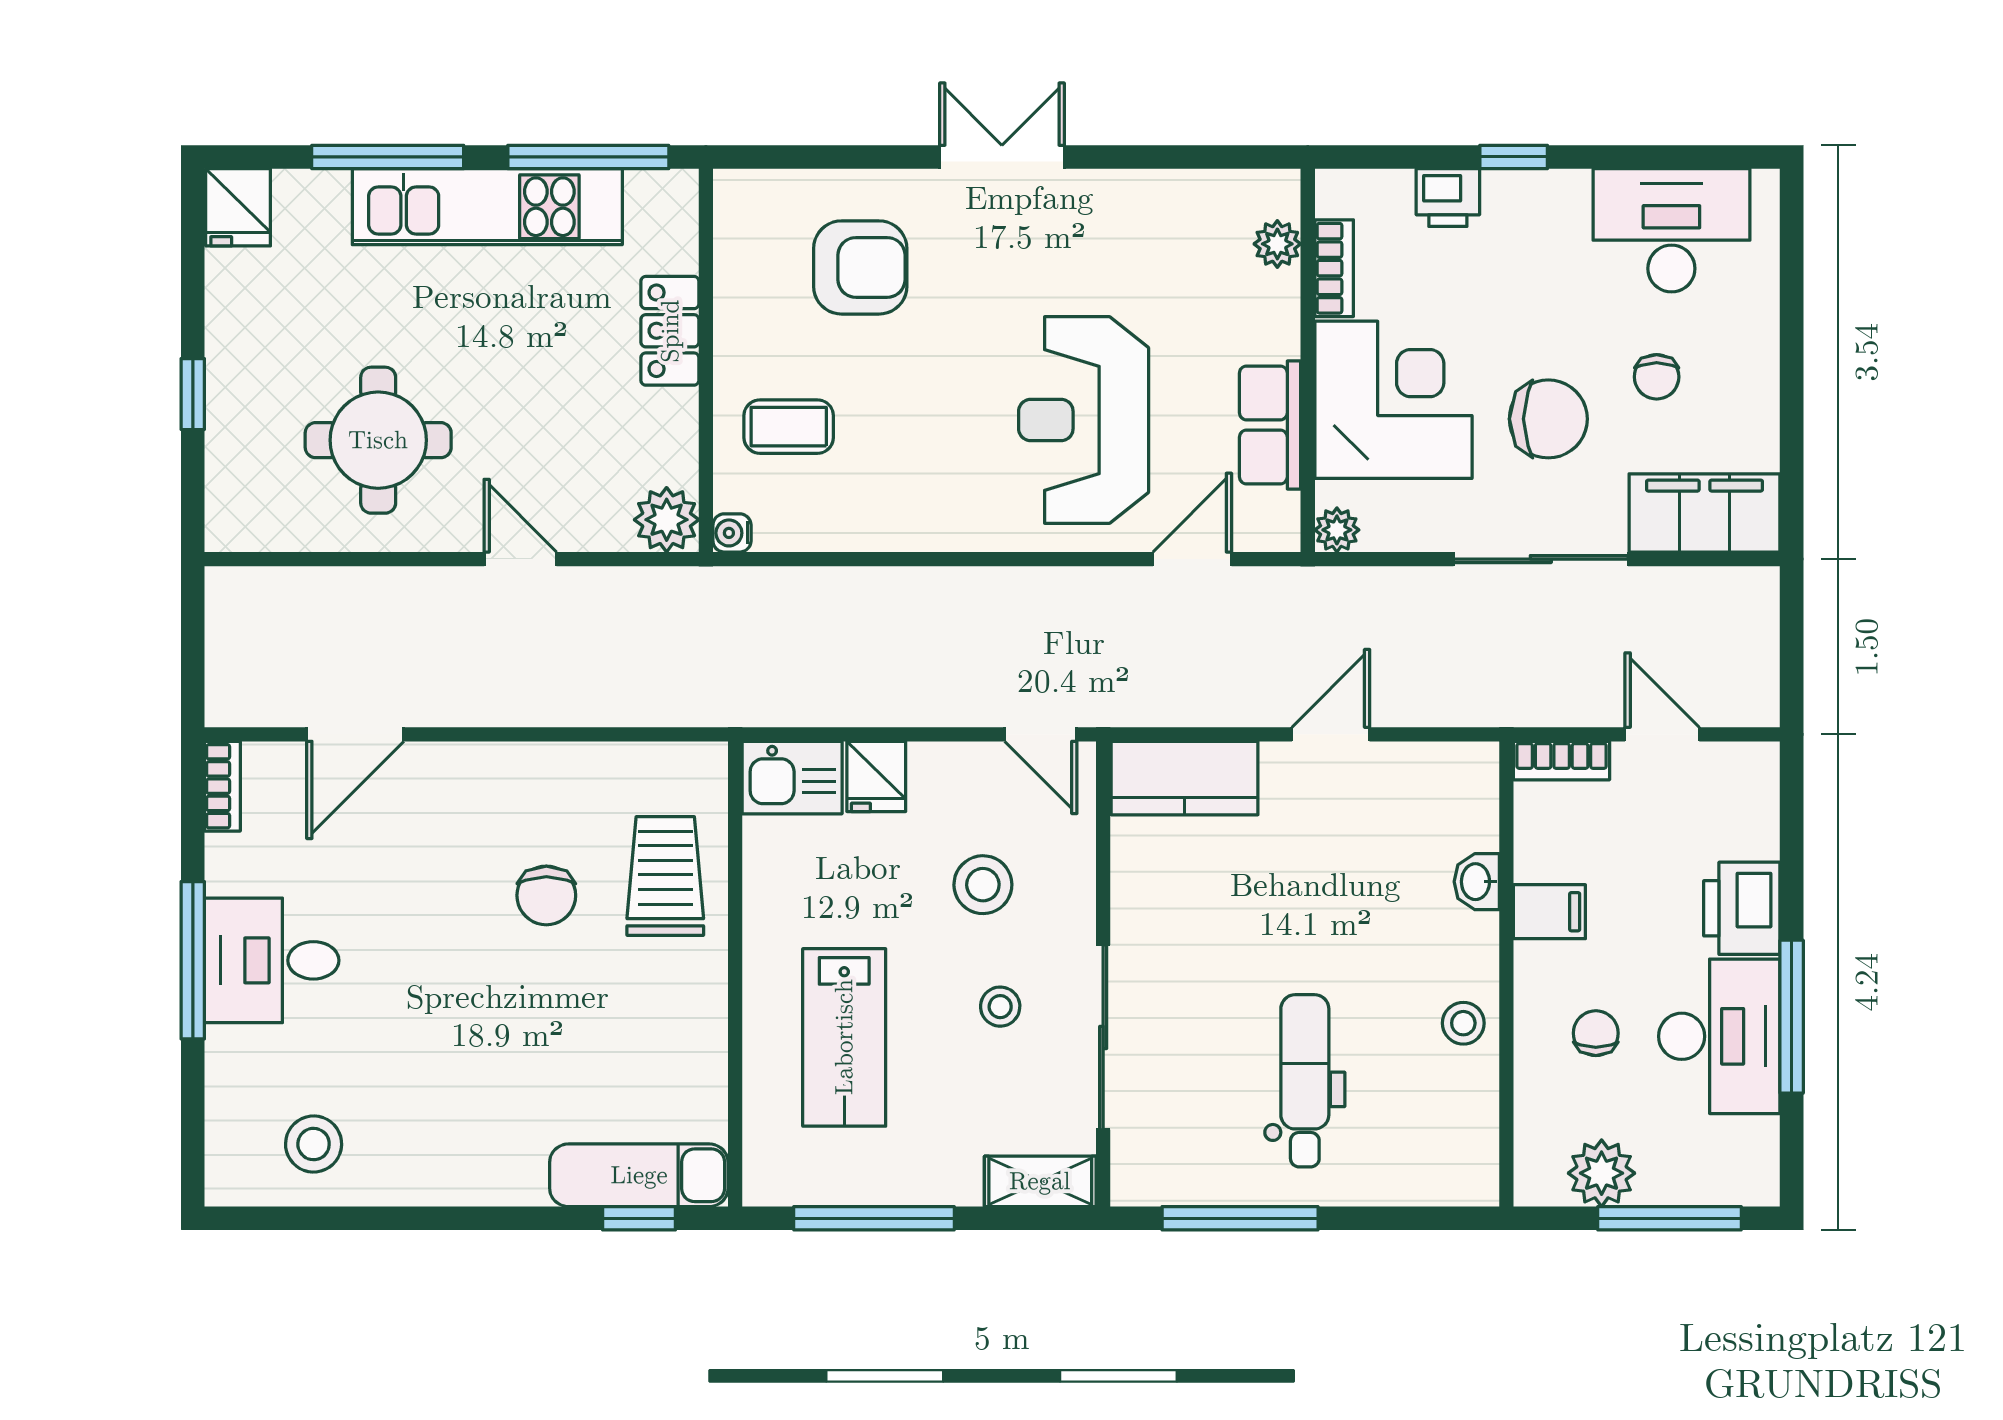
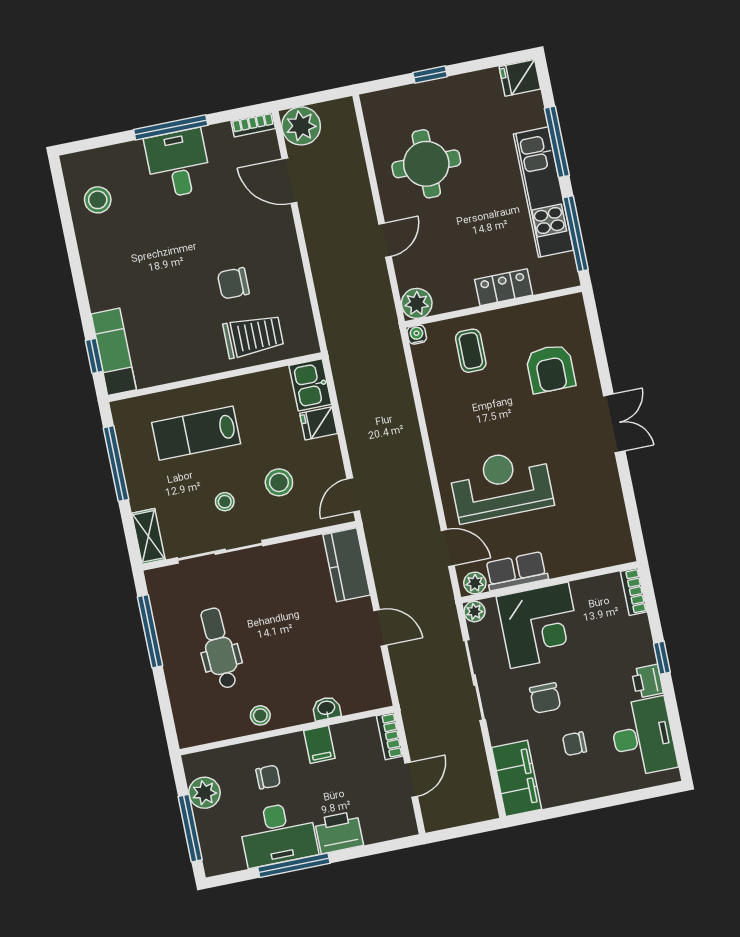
printer: (1448, 198) -> (647, 681), moved
plant: (1277, 244) -> (475, 583), moved
bookcase: (1334, 268) -> (634, 592), moved, turned 90
chair: (1548, 419) -> (545, 698), width x0.73, depth x0.73
sliding door: (1541, 559) -> (475, 680), moved
plant: (245, 686) -> (301, 126), added
dental chair: (1305, 1081) -> (219, 648), turned -93

